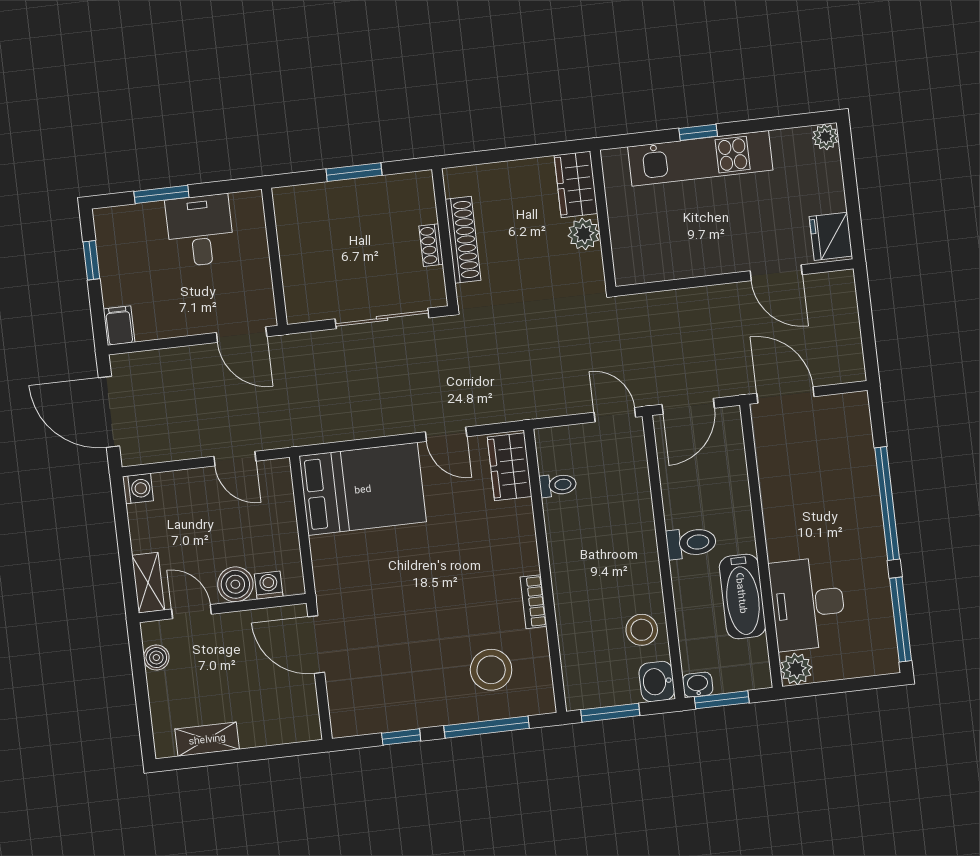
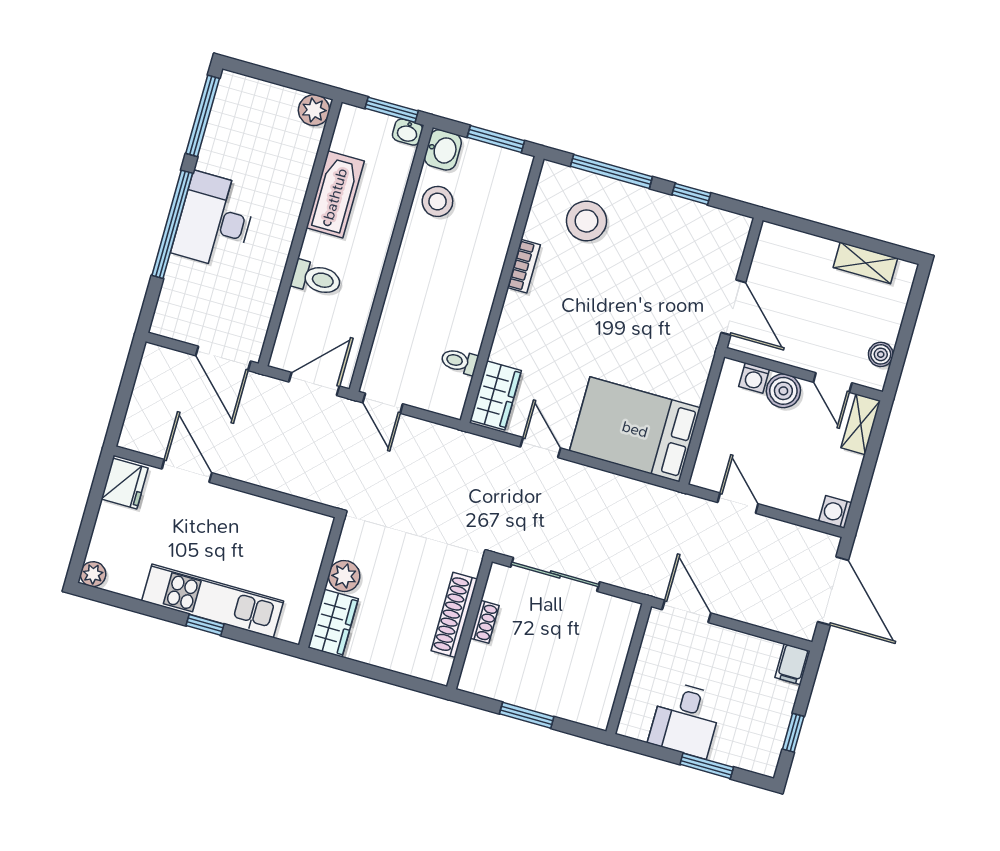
toilet: (691, 543) -> (316, 278), moved, turned 180
desk: (808, 604) -> (215, 220), moved, turned 180

